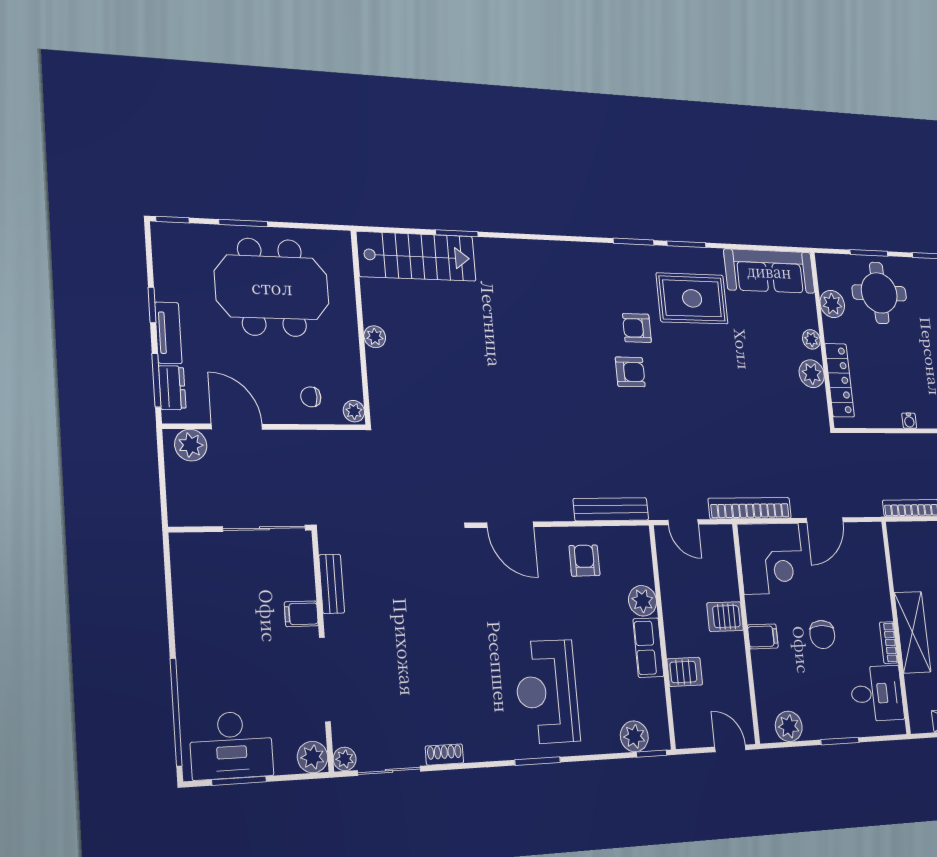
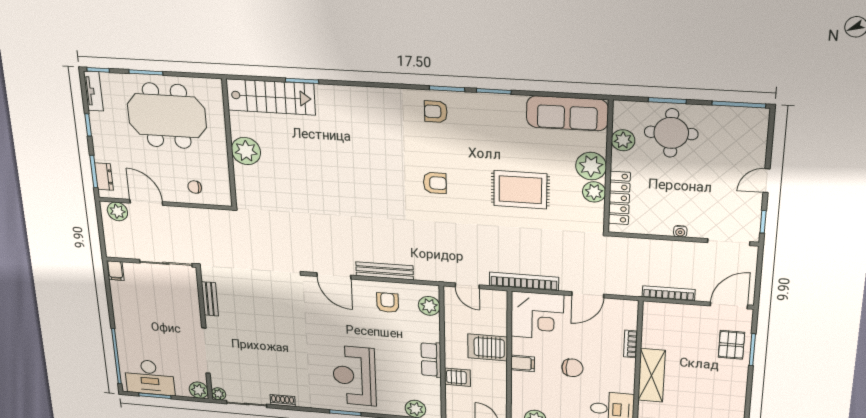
rug: (692, 298) -> (520, 190), moved
armchair: (637, 328) -> (436, 112), moved
tv unit: (168, 333) -> (93, 91), moved
plant: (375, 337) -> (246, 151), width x1.88, depth x1.88
plant: (811, 339) -> (591, 166), width x1.87, depth x1.87
plant: (354, 411) -> (224, 198), removed
bench: (611, 509) -> (385, 271), moved
plant: (643, 601) -> (429, 306), moved
filing cabinet: (301, 614) -> (115, 271), moved, turned -90
server rack: (725, 617) -> (488, 347), width x1.36, depth x1.44
chair: (822, 635) -> (572, 368), turned -88
bookcase: (889, 643) -> (631, 344), moved

